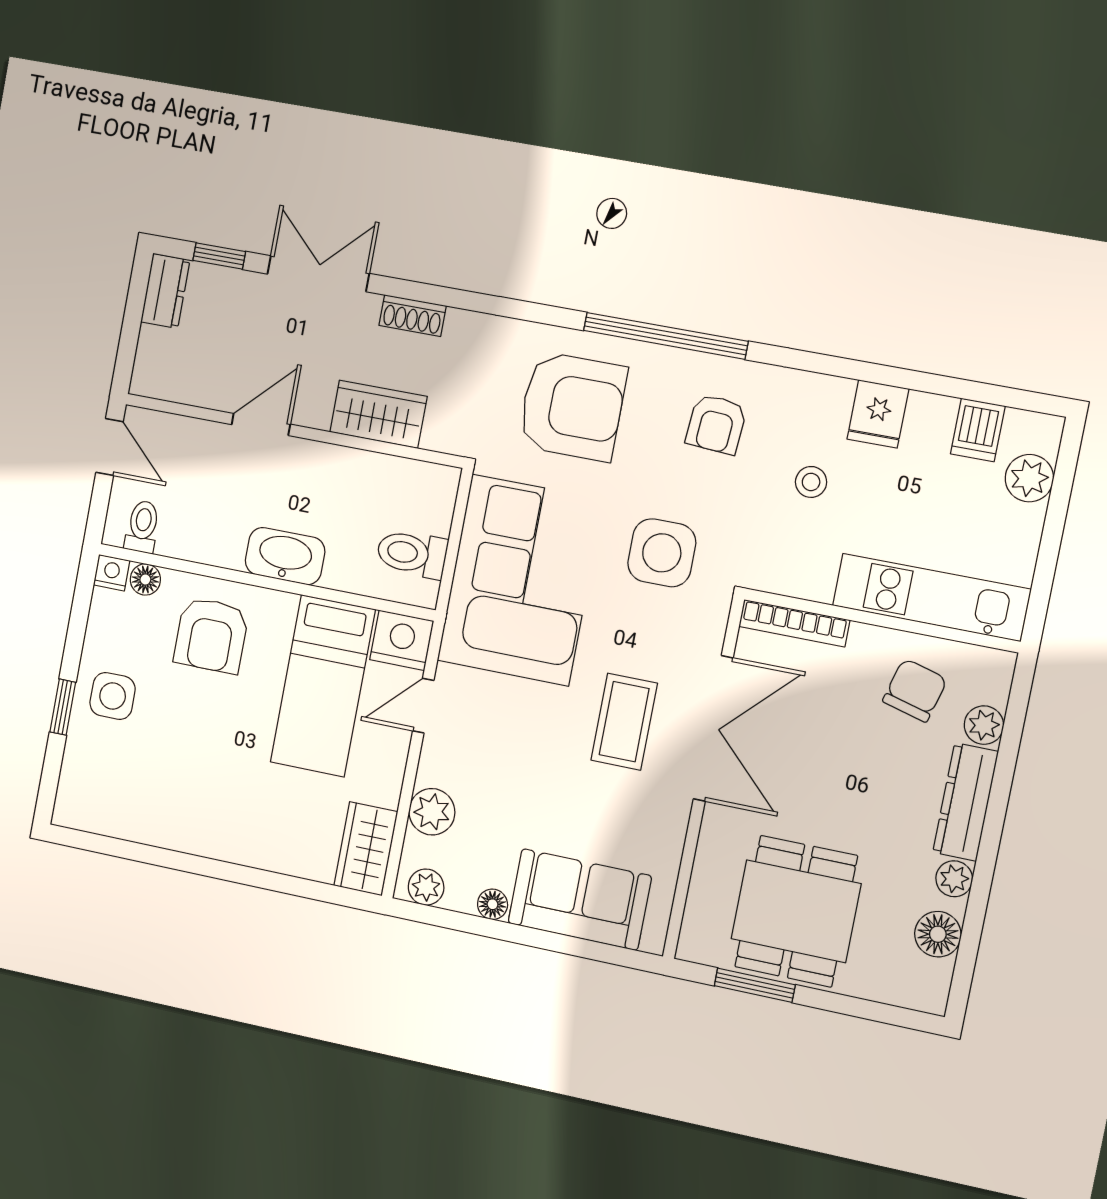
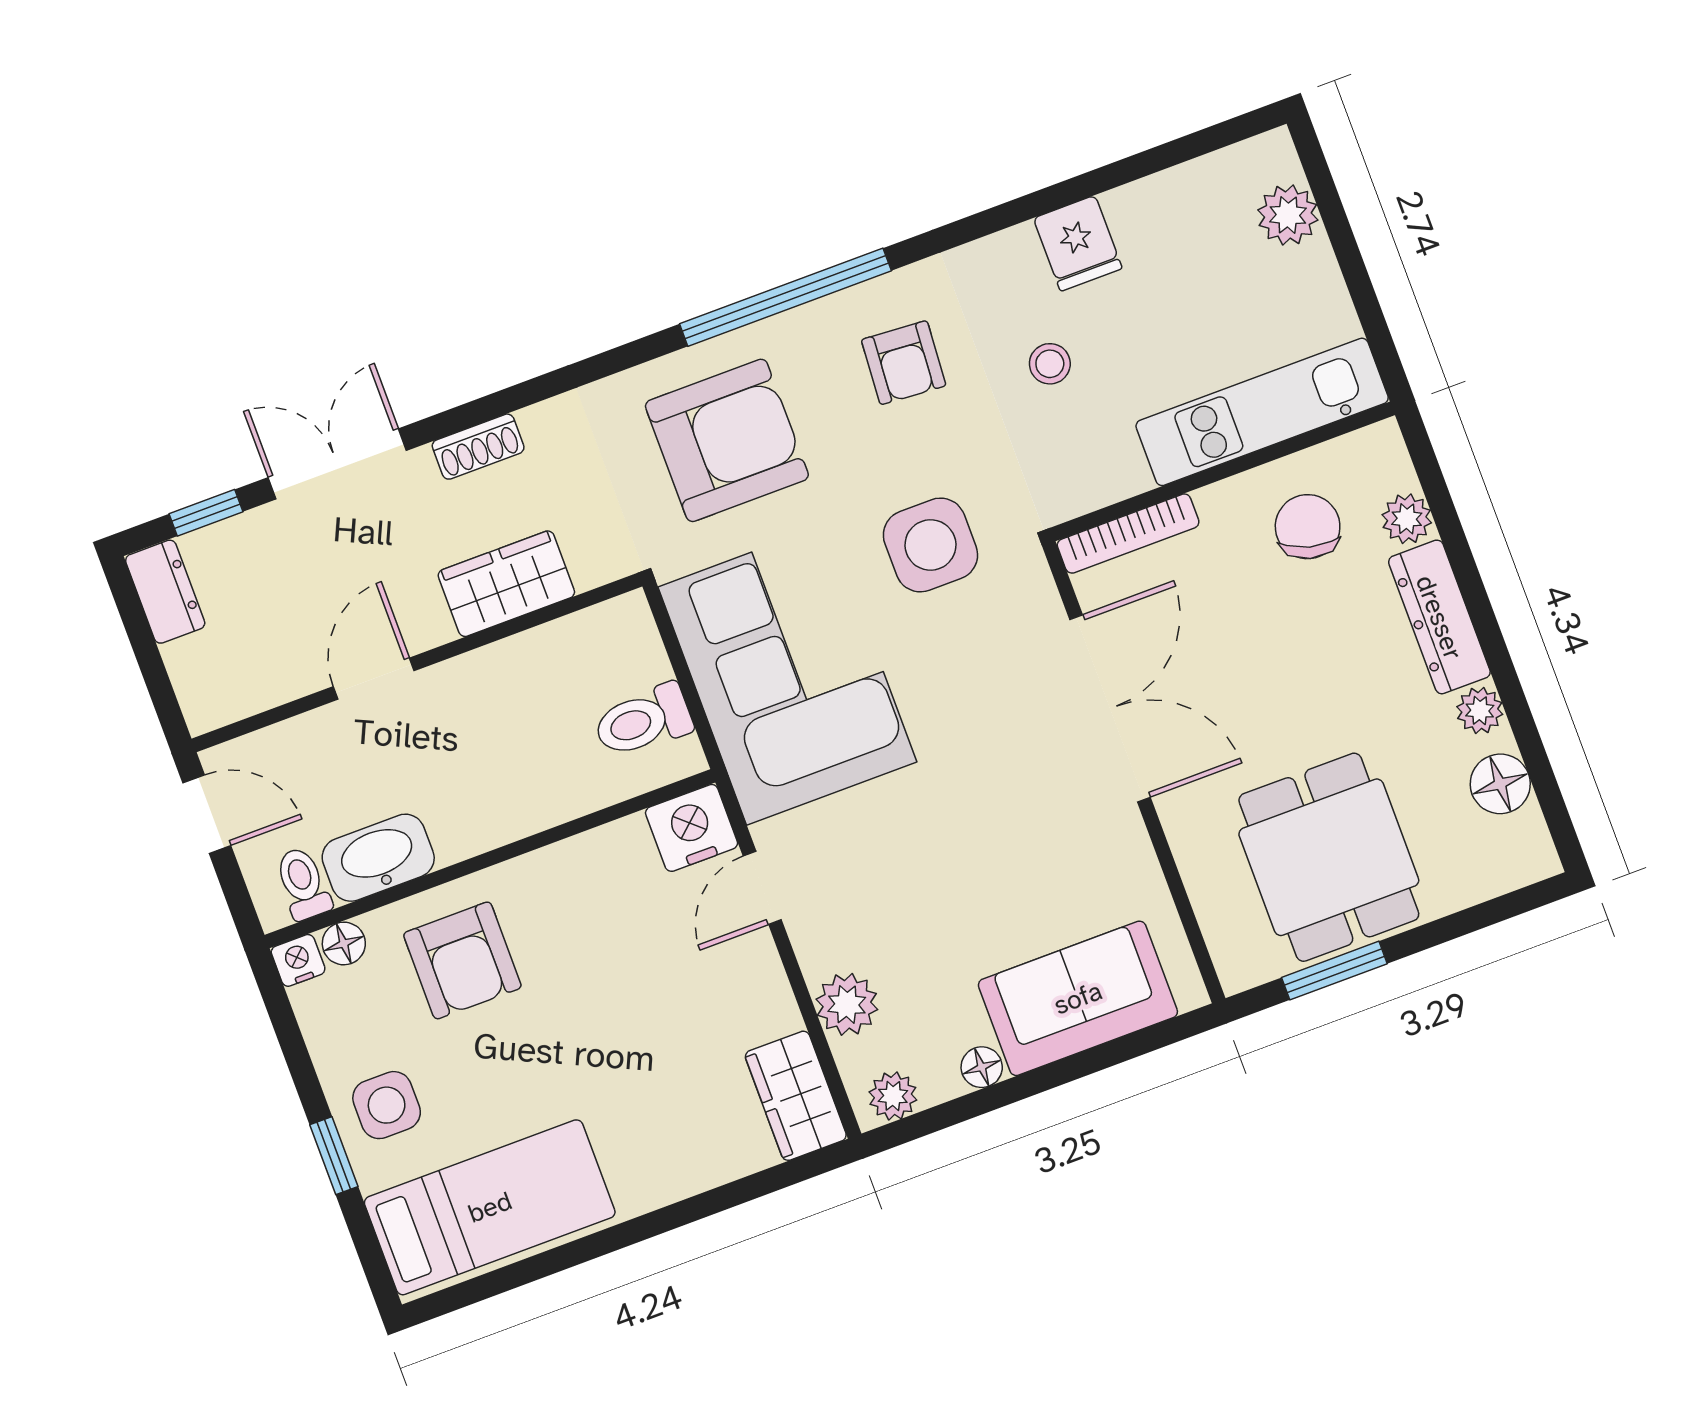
dishwasher: (978, 430) -> (1199, 196), removed
washbasin: (285, 556) -> (378, 858), moved
bed: (323, 686) -> (490, 1207), moved, turned -90
coffee table: (624, 722) -> (1005, 763), removed

